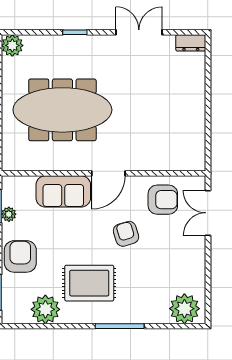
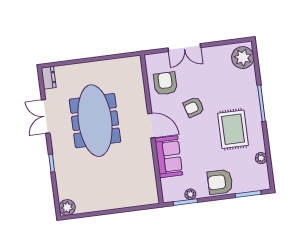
meeting table: (62, 110) -> (95, 121), moved
double door: (208, 213) -> (184, 48), moved
plant: (45, 309) -> (261, 158), width x0.53, depth x0.53

